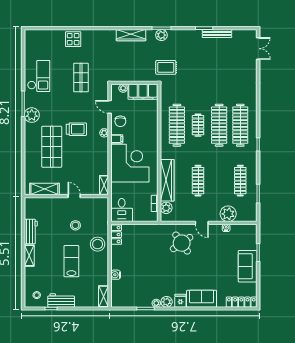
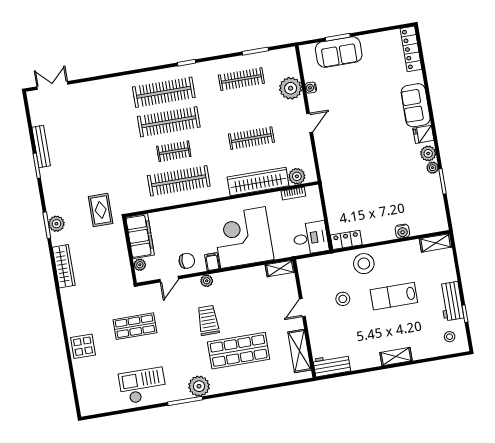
workbench: (31, 232) -> (332, 365), moved
round table: (182, 243) -> (343, 146), removed
sofa: (248, 266) -> (339, 52), moved

